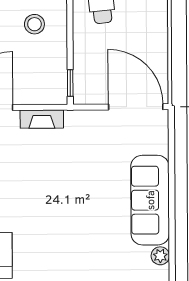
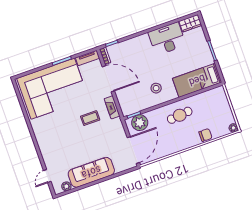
plant: (89, 77) -> (140, 123), added
coffee table: (48, 167) -> (90, 118), added

